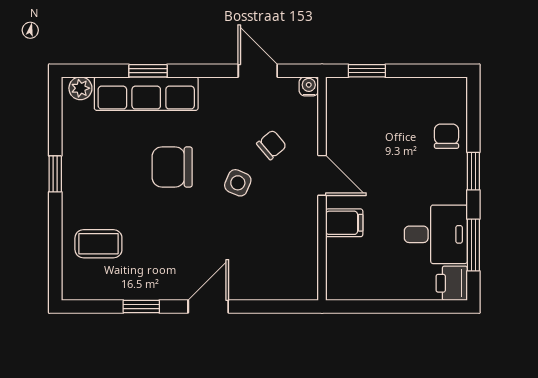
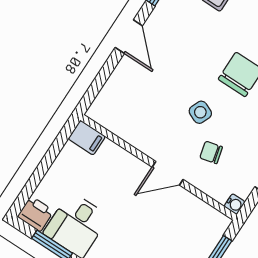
chair: (272, 145) -> (211, 152), turned 116
filing cabinet: (344, 223) -> (87, 138), moved, turned -90

